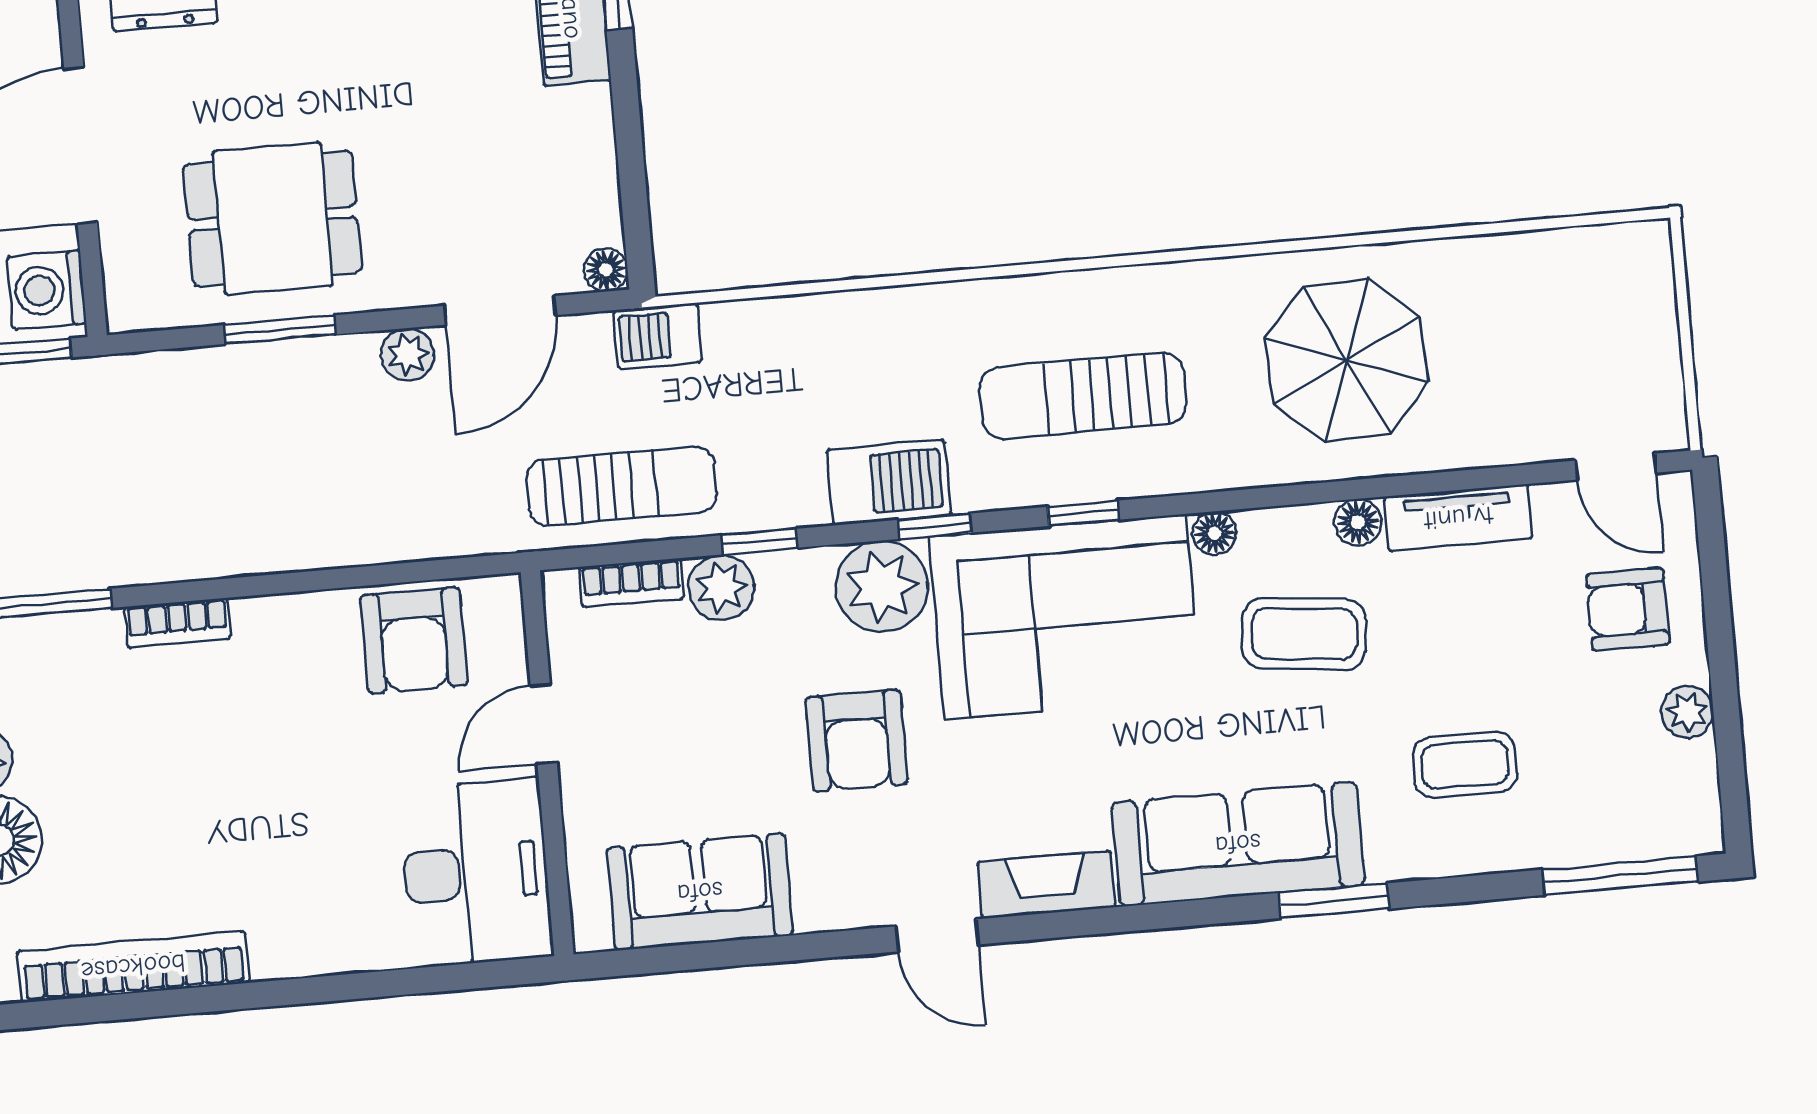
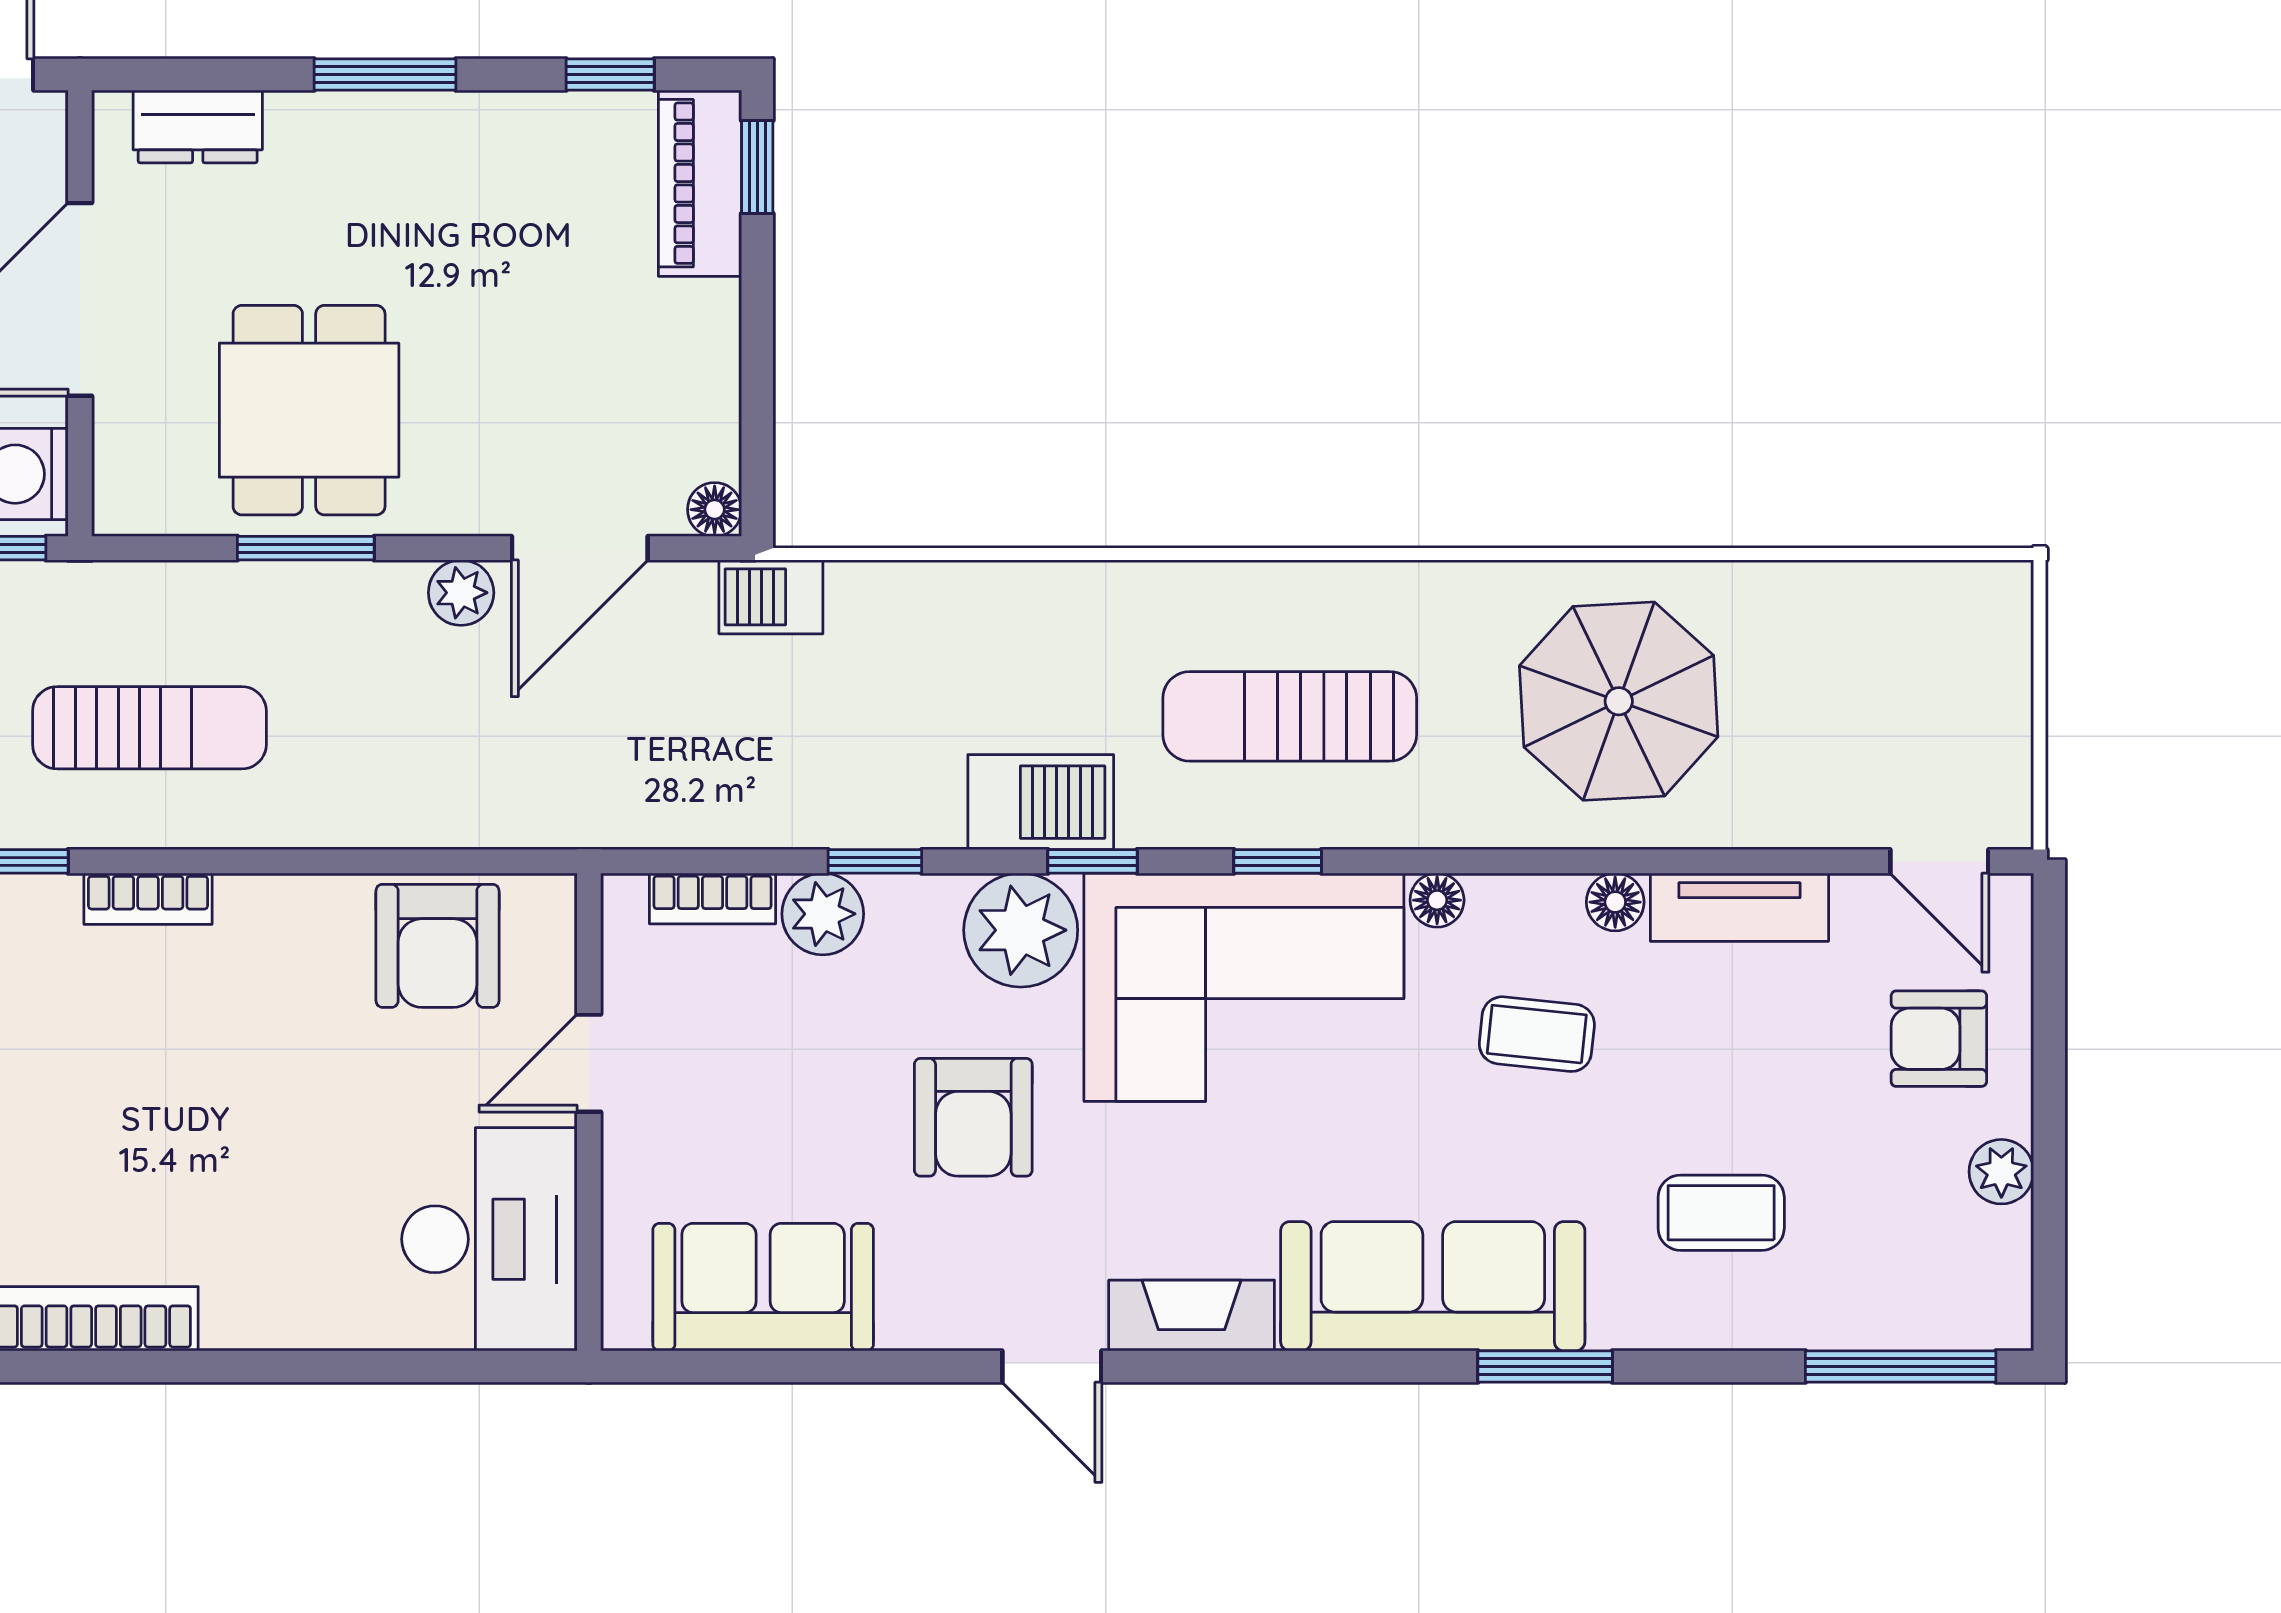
dining table: (273, 218) -> (309, 410), turned 90
sun lounger: (622, 486) -> (149, 728), moved
coffee table: (1304, 634) -> (1537, 1034), width x0.73, depth x0.77

